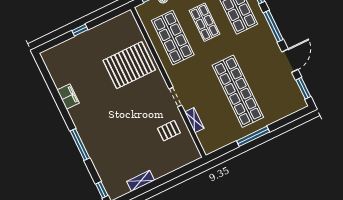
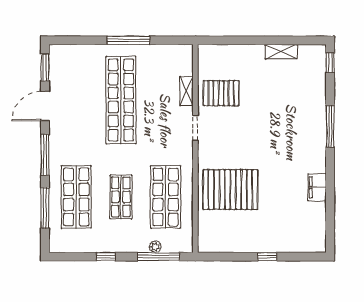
pallet: (169, 131) -> (221, 93), width x1.50, depth x1.42

